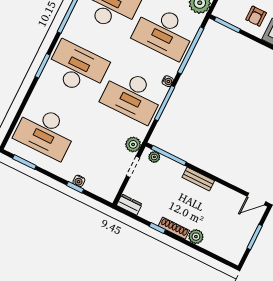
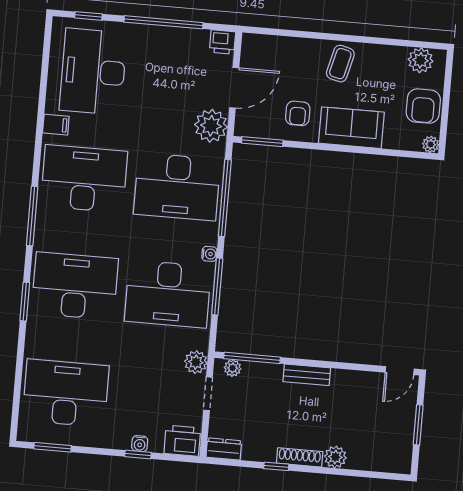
desk: (46, 132) -> (66, 393), turned 180
printer: (106, 189) -> (182, 441), added

